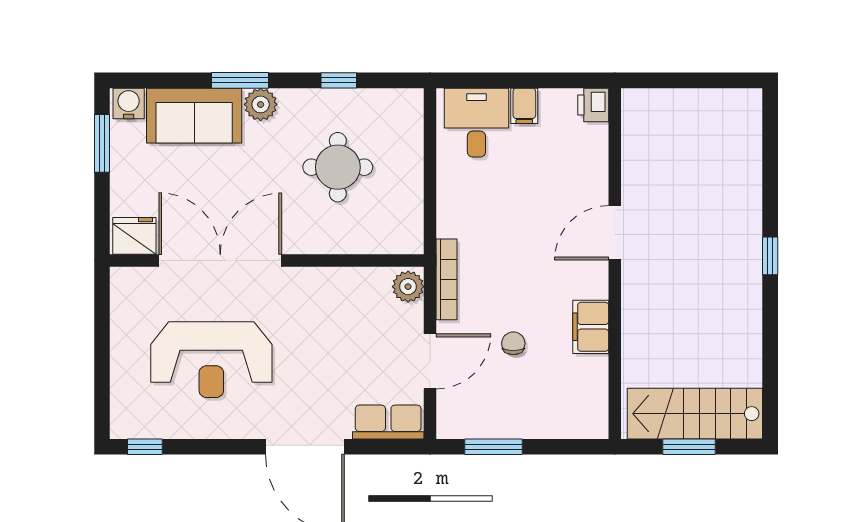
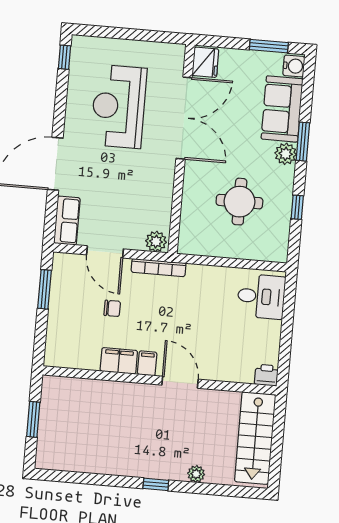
filing cabinet: (524, 106) -> (147, 363), moved, turned 90
plant: (750, 197) -> (196, 474), added
stairs: (695, 414) -> (255, 438), moved, turned 180

